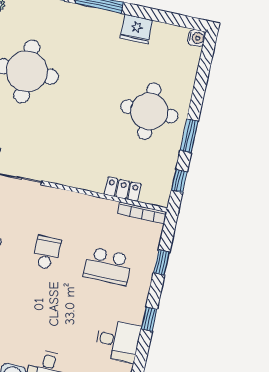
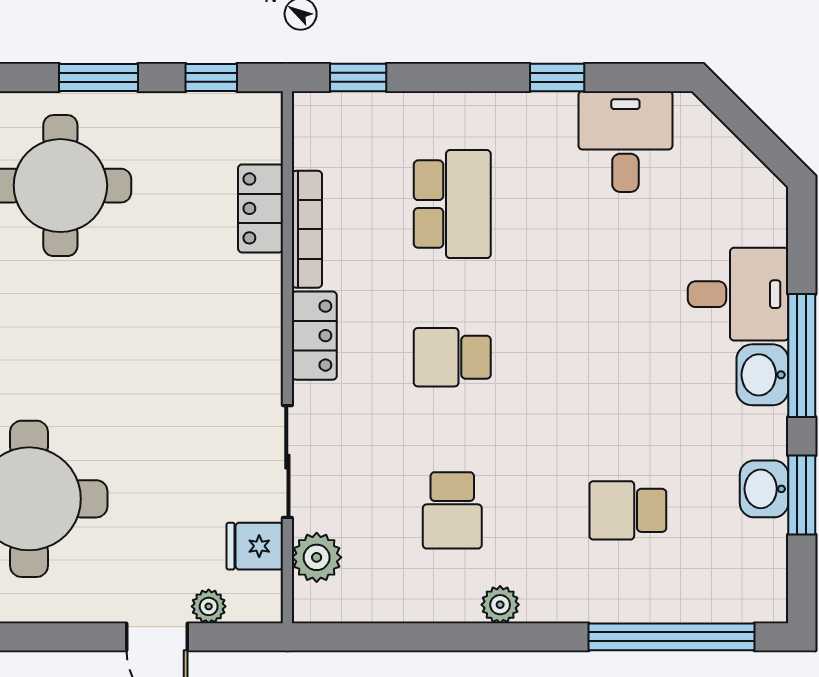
locker: (67, 200) -> (314, 336), added
bookcase: (142, 213) -> (307, 229), moved
window: (162, 262) -> (358, 77), moved

